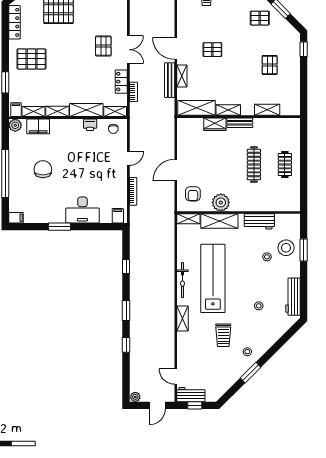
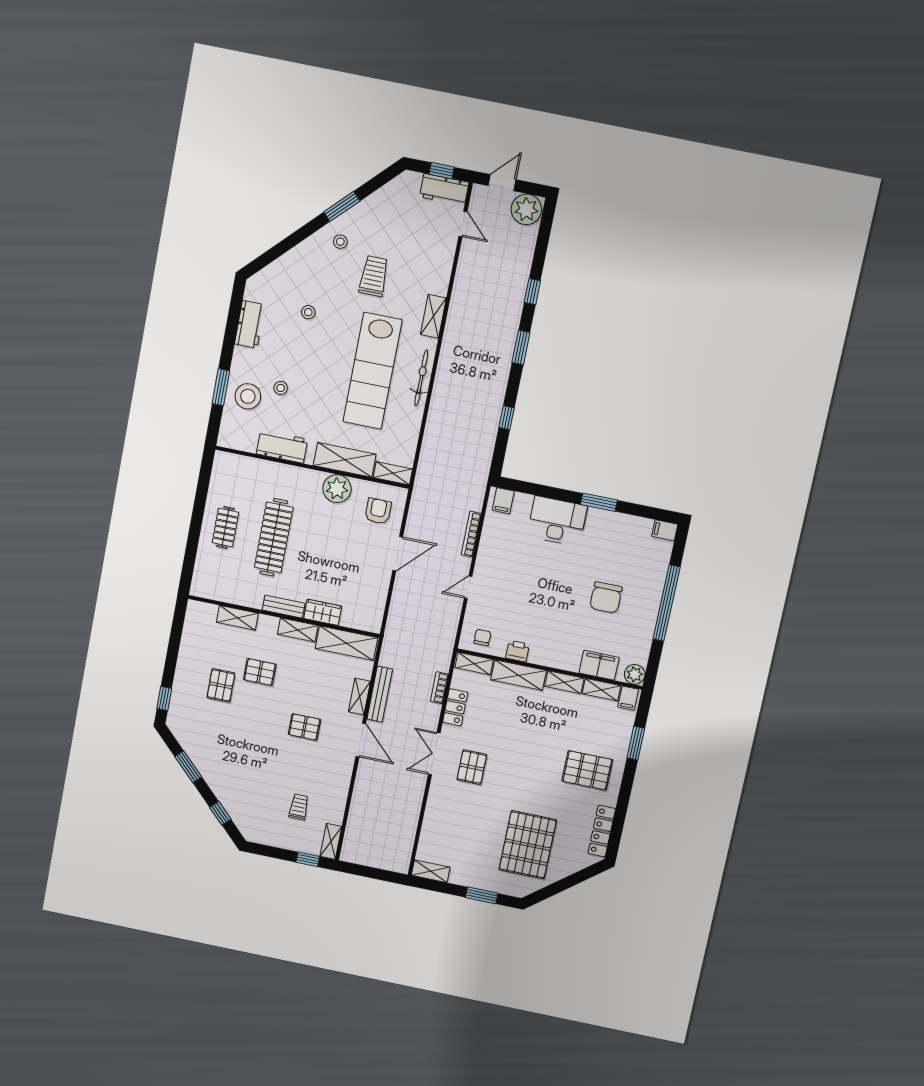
pallet: (260, 18) -> (260, 672), moved
clothes rail: (254, 165) -> (274, 537), width x1.37, depth x1.31
workbench: (293, 297) -> (250, 324), width x0.73
plant: (135, 397) -> (526, 209), width x1.87, depth x1.87

